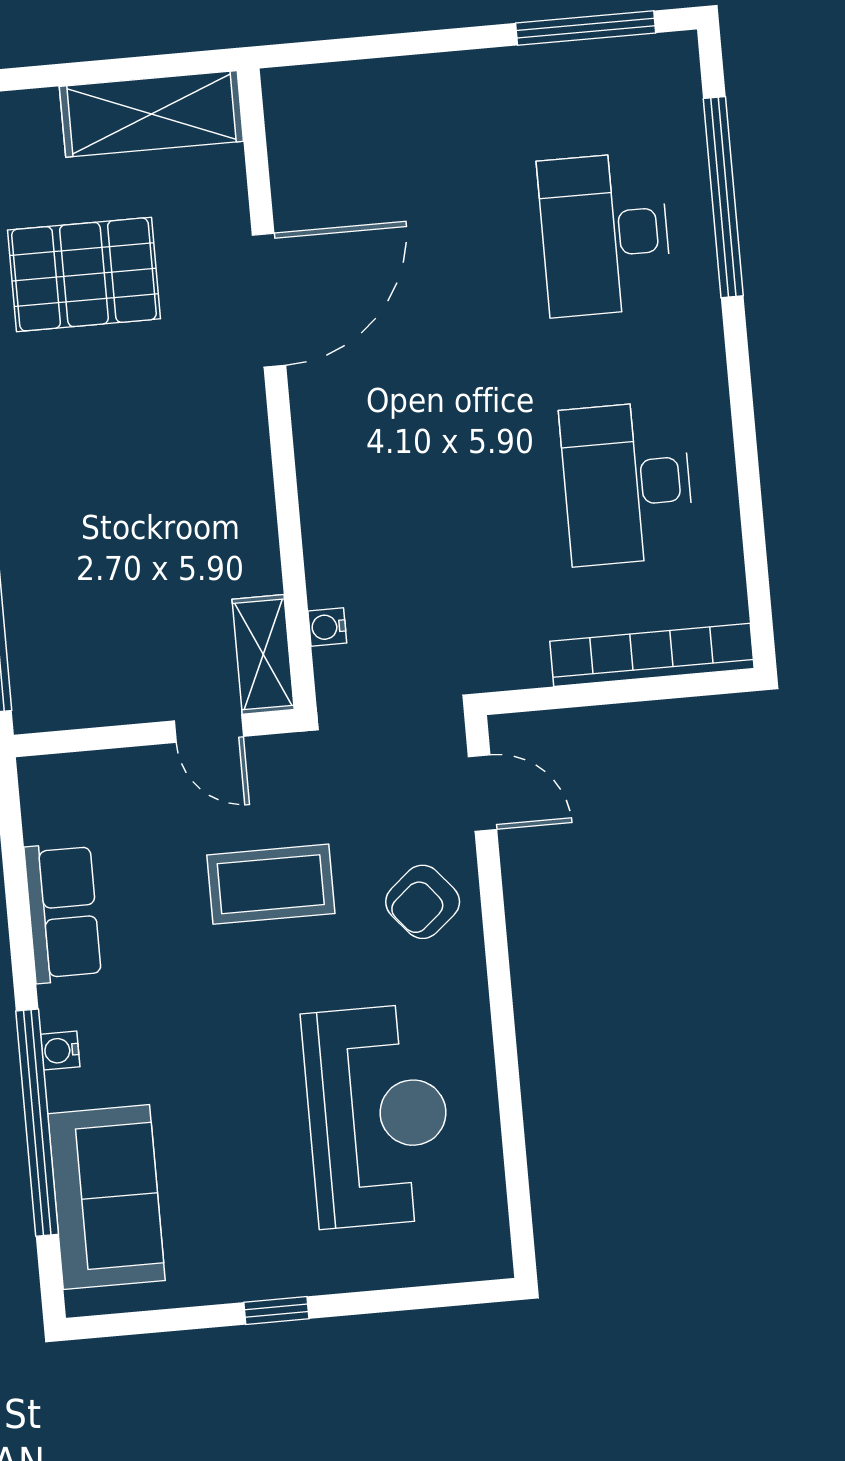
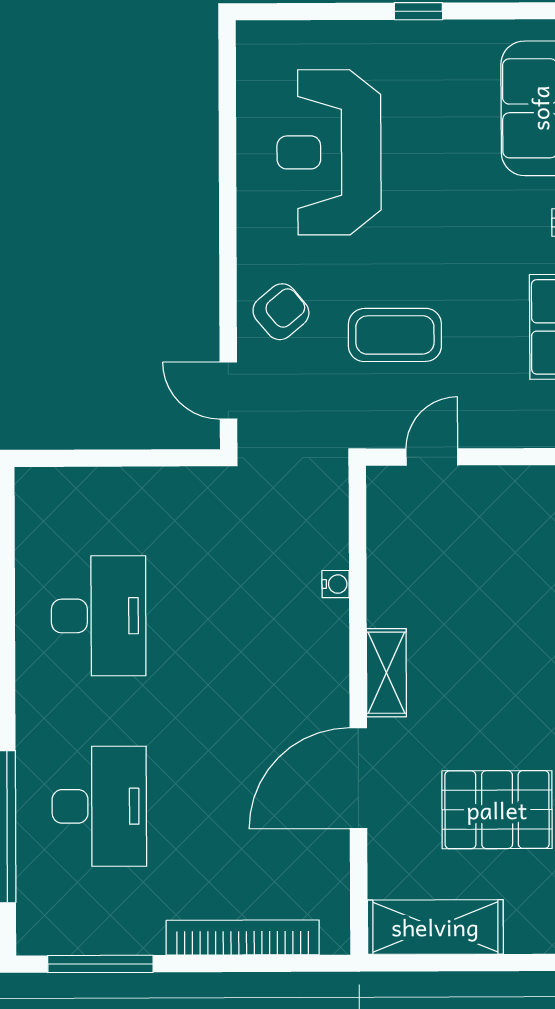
water cooler: (327, 627) -> (336, 584), moved
shelving: (263, 654) -> (386, 673), moved
bookcase: (652, 655) -> (243, 938), moved, turned 180
door: (209, 729) -> (432, 457), hinge flipped

